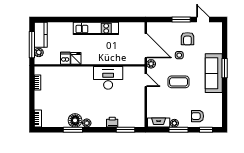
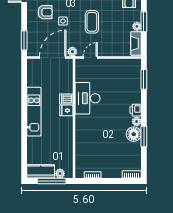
window: (181, 19) -> (24, 40), moved
dishwasher: (65, 58) -> (66, 99), moved
fridge: (76, 58) -> (66, 110), moved
printer: (112, 122) -> (136, 110), moved

